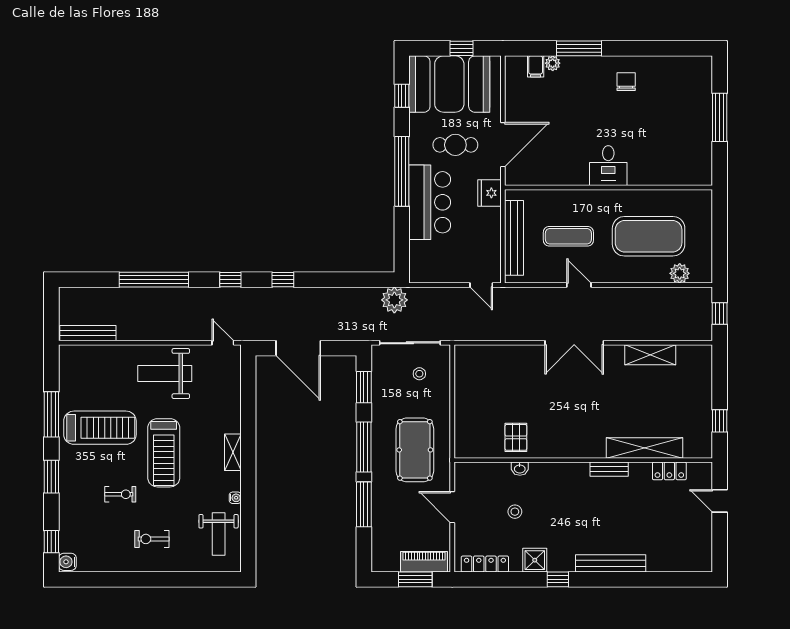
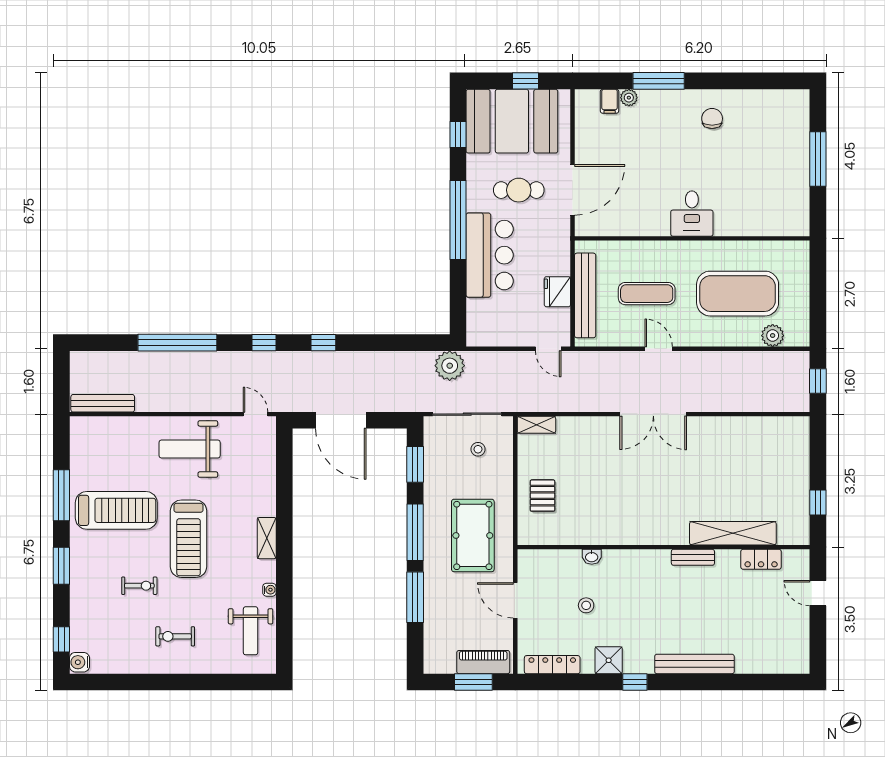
fridge: (489, 193) -> (557, 292), moved
shelving: (650, 355) -> (536, 425), moved, width x0.67, depth x0.75
pallet: (516, 437) -> (542, 496), moved

